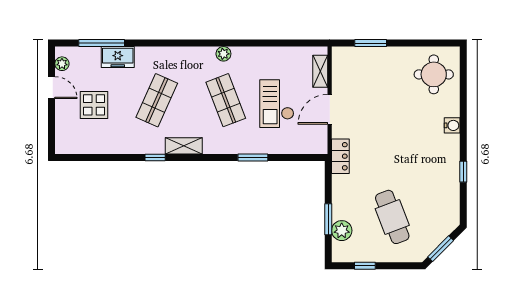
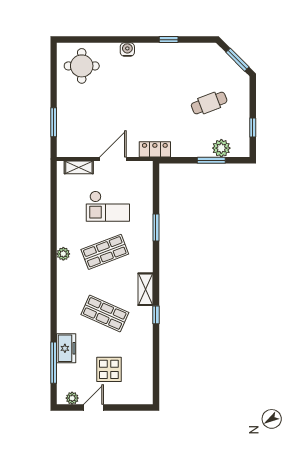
door: (330, 109) -> (113, 159), swing flipped
cafe table: (392, 217) -> (209, 103), width x0.73, depth x0.74

